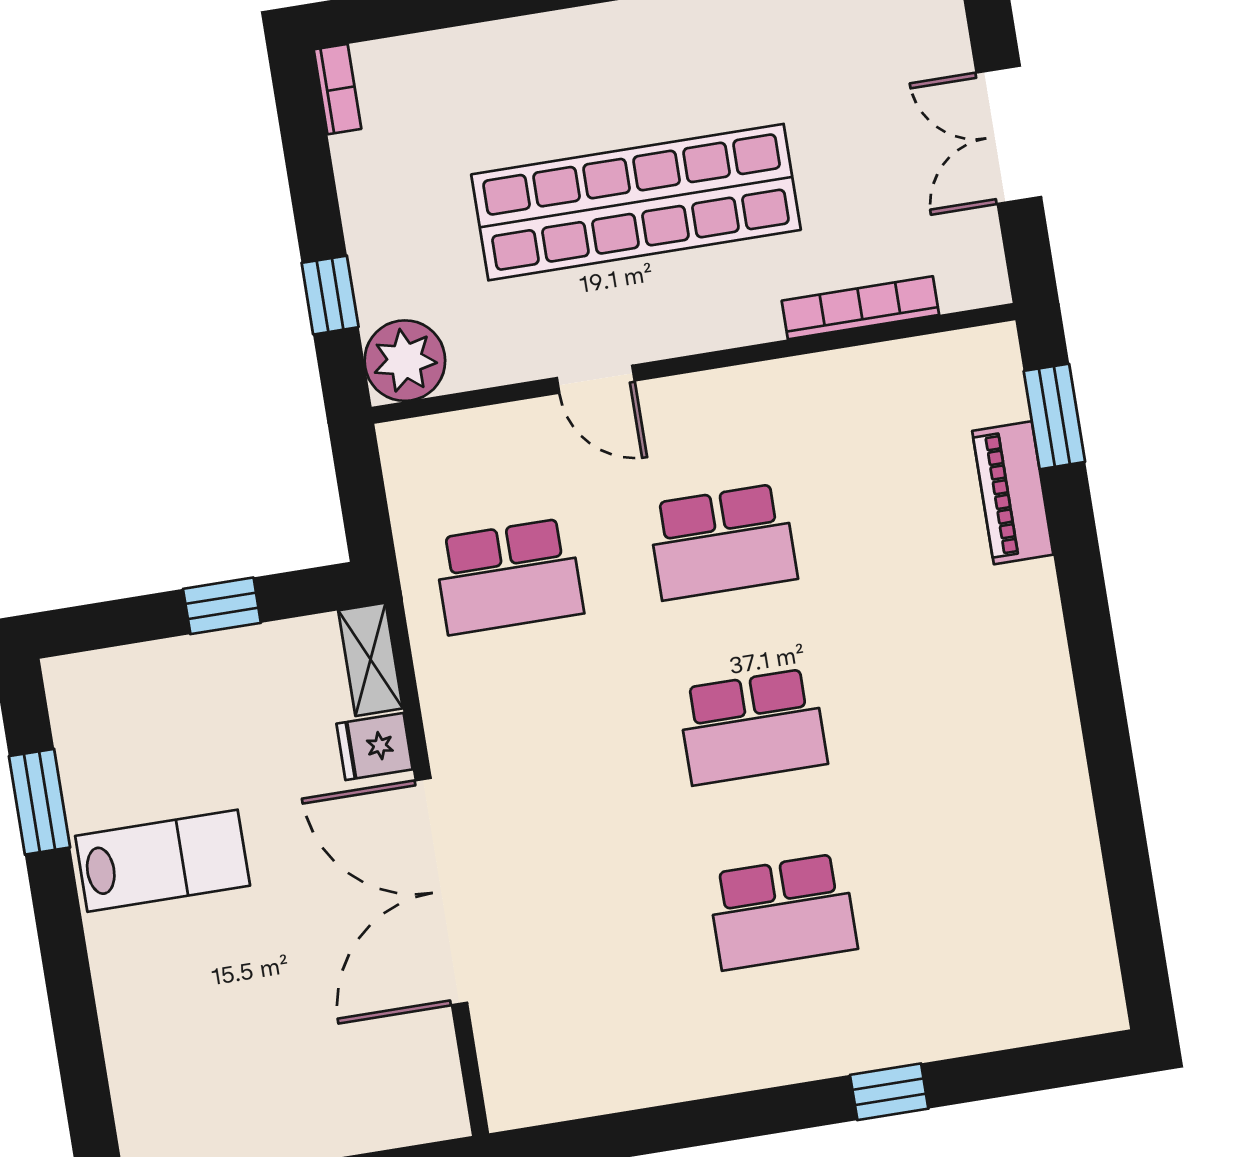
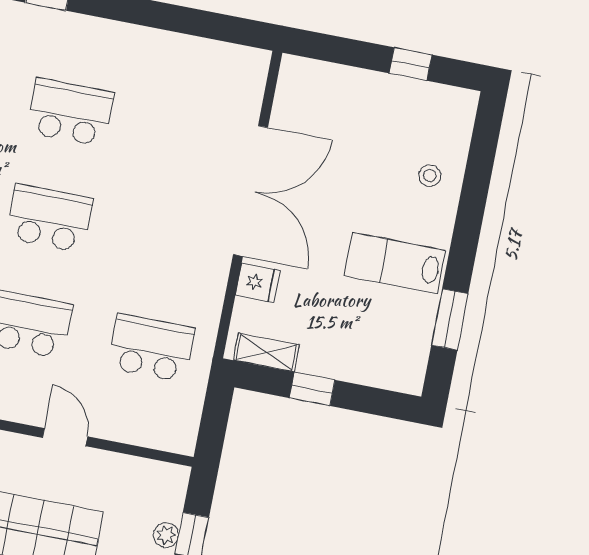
plant: (405, 361) -> (166, 535), moved, width x0.53, depth x0.53
shelving: (371, 659) -> (266, 352), moved, turned 90
stool: (158, 1024) -> (430, 176), added

